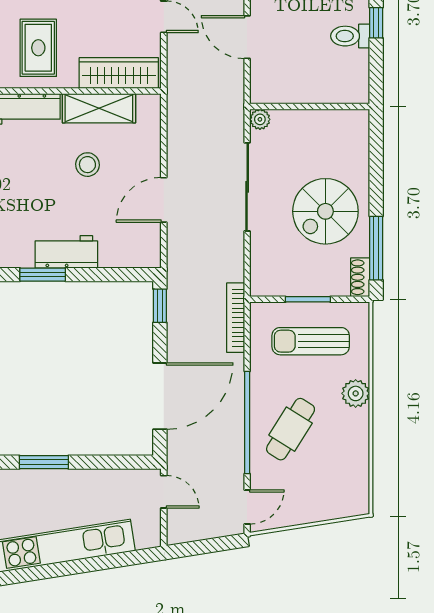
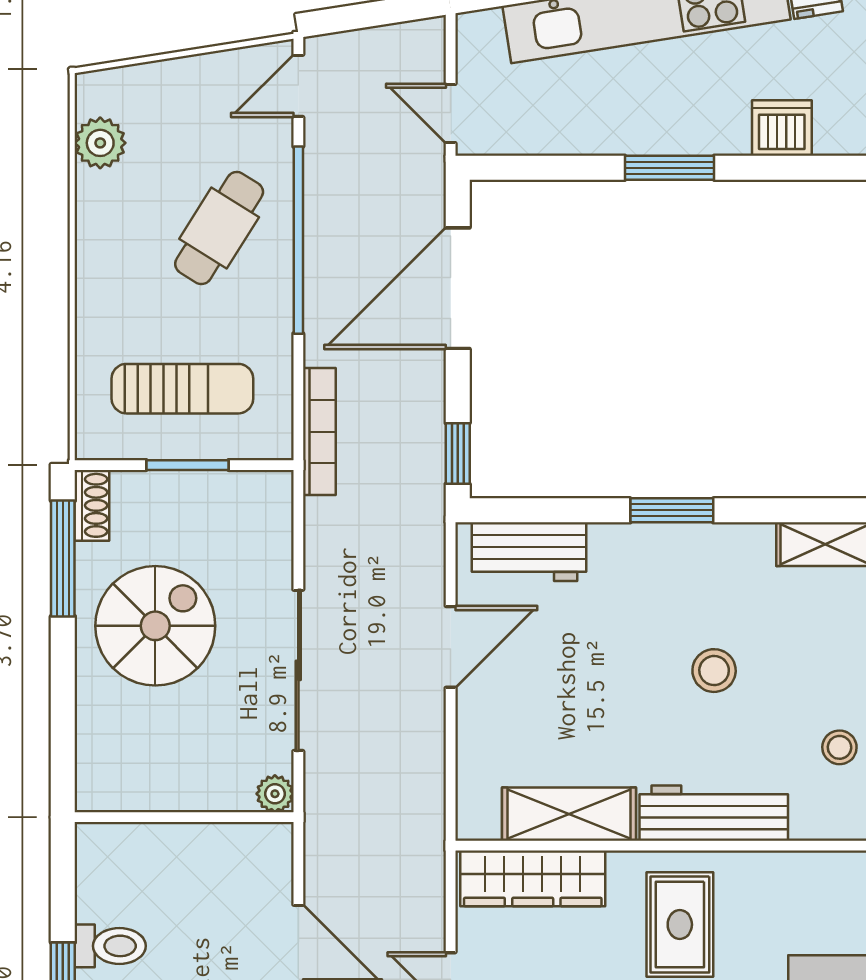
stool: (87, 165) -> (714, 671), moved
workbench: (66, 252) -> (529, 552), moved
plant: (356, 393) -> (100, 143), moved

